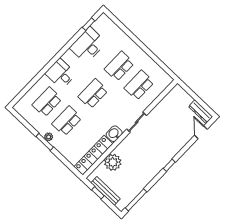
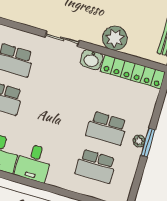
desk: (61, 74) -> (34, 163), moved
school desk: (93, 94) -> (54, 113), removed
plant: (113, 162) -> (115, 38), moved

